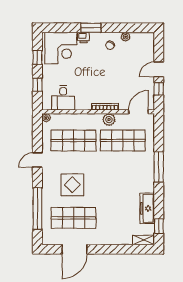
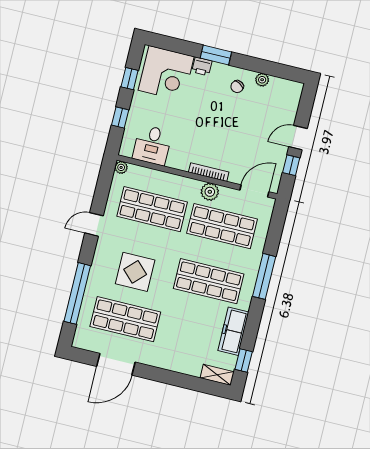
shop shelf: (123, 179) -> (209, 281), added

